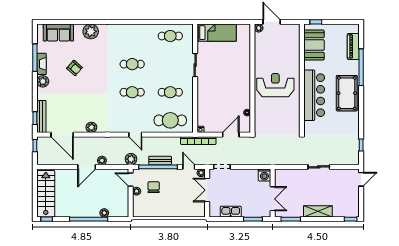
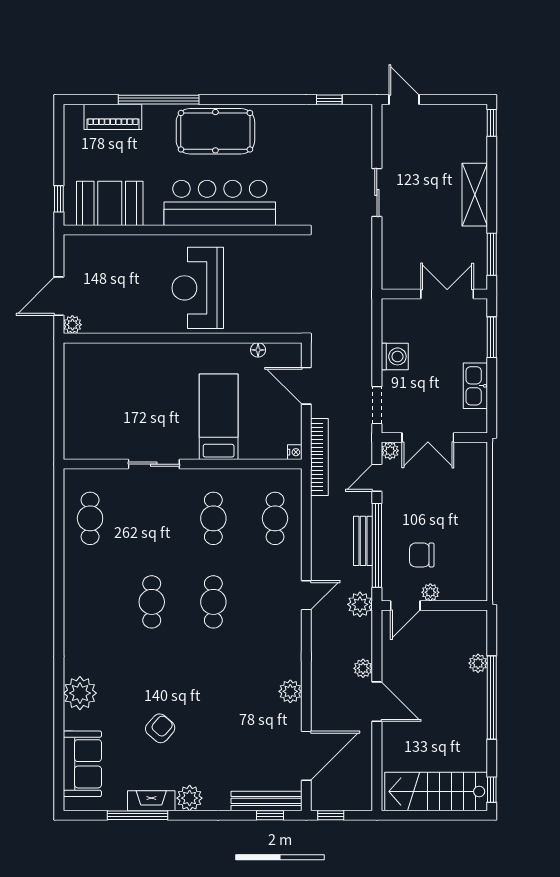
bed: (217, 33) -> (219, 417), moved
cafe table: (170, 120) -> (275, 518), width x0.73, depth x0.74
washing machine: (264, 175) -> (395, 356), moved

